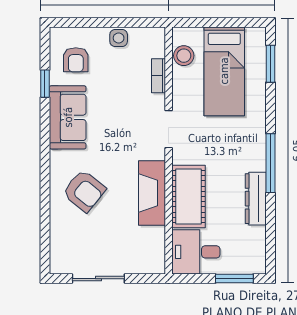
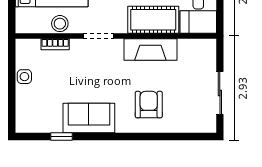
stool: (184, 56) -> (60, 24), moved
armchair: (76, 60) -> (42, 111), removed
armchair: (84, 191) -> (149, 105), turned -39

